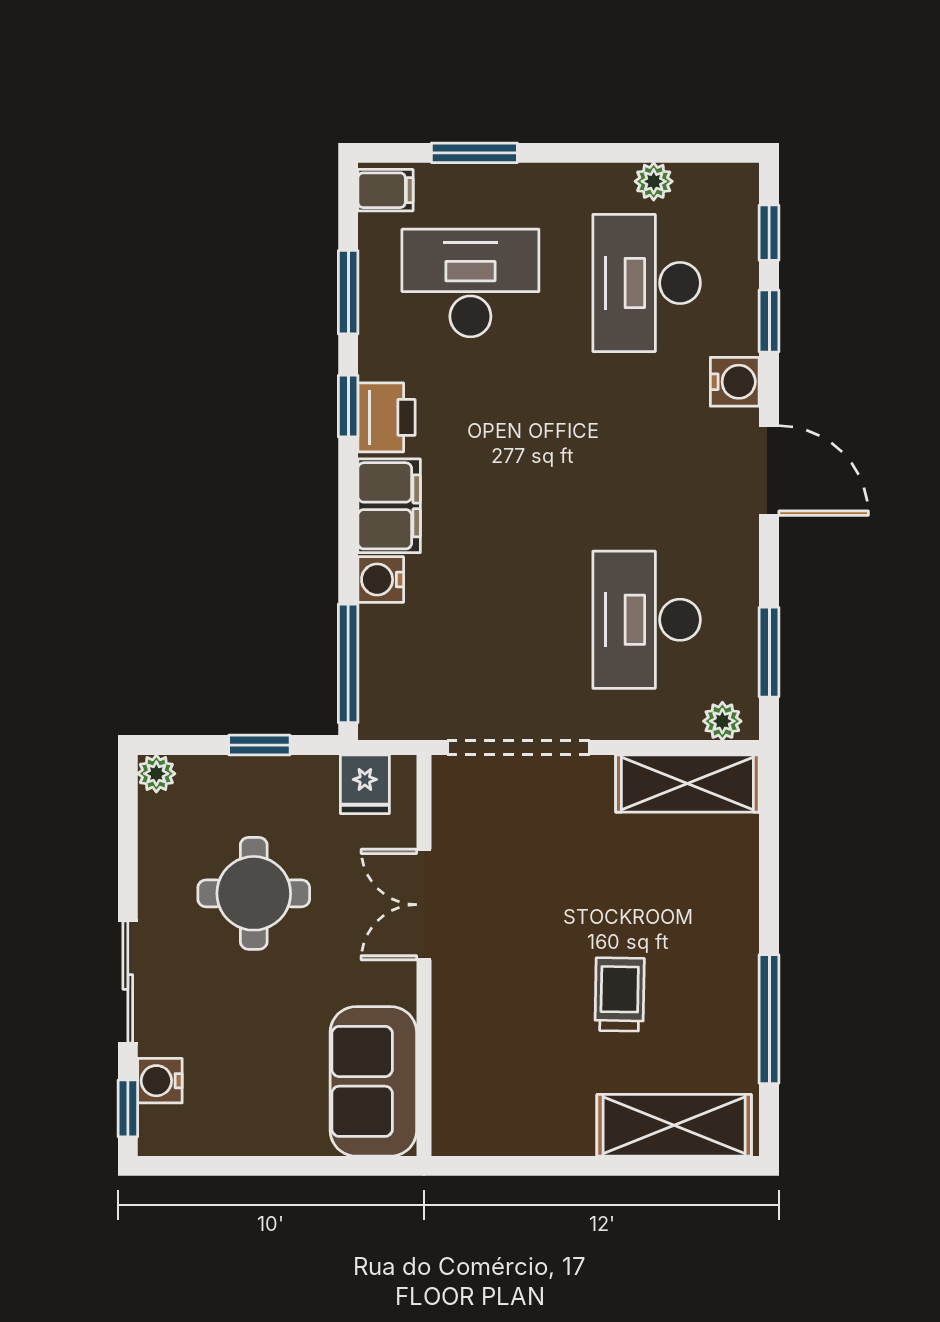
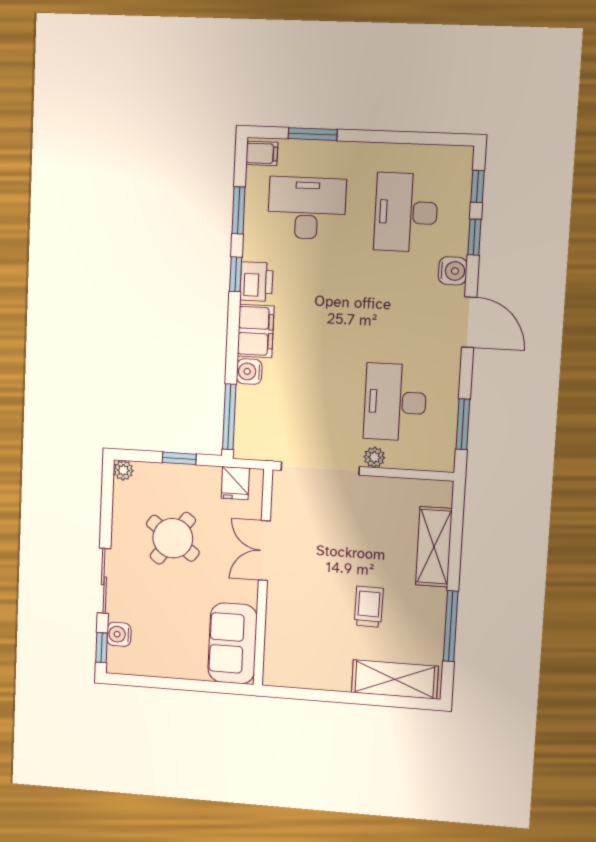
plant: (654, 181) -> (413, 154), removed
plant: (722, 721) -> (374, 457), moved
shelving: (687, 784) -> (434, 547), moved, turned 90
round table: (254, 893) -> (173, 538), turned 36

